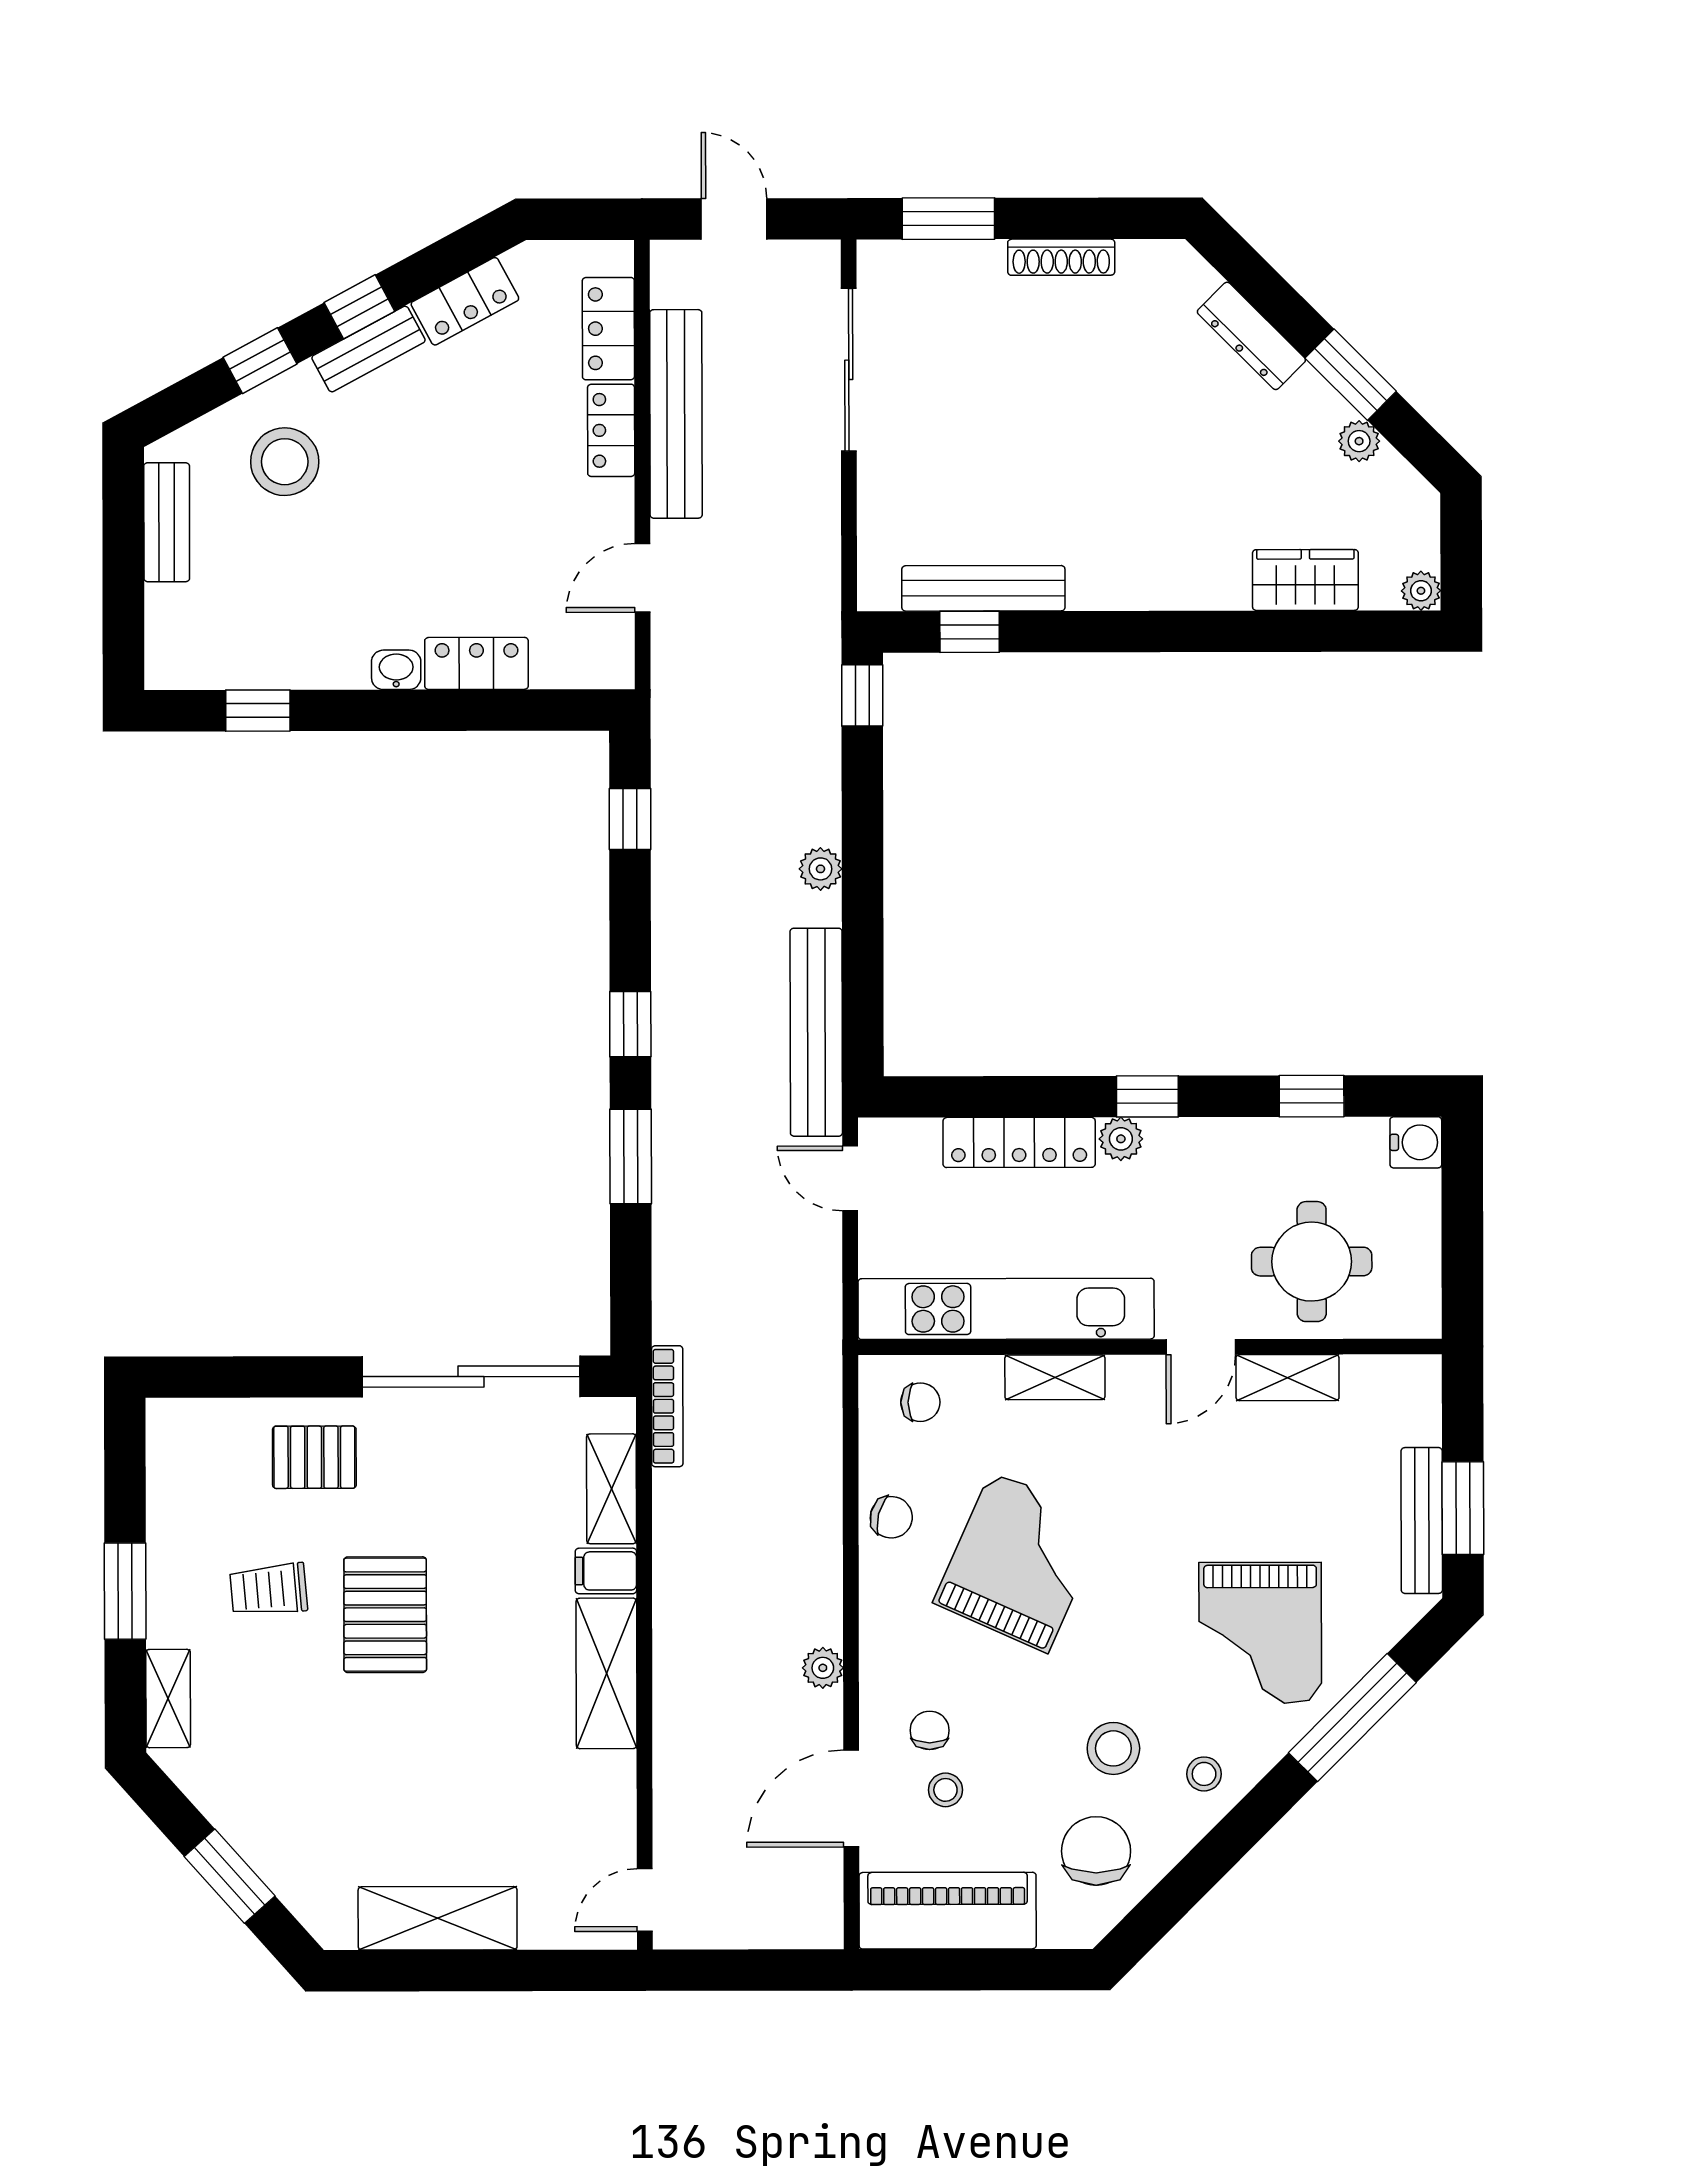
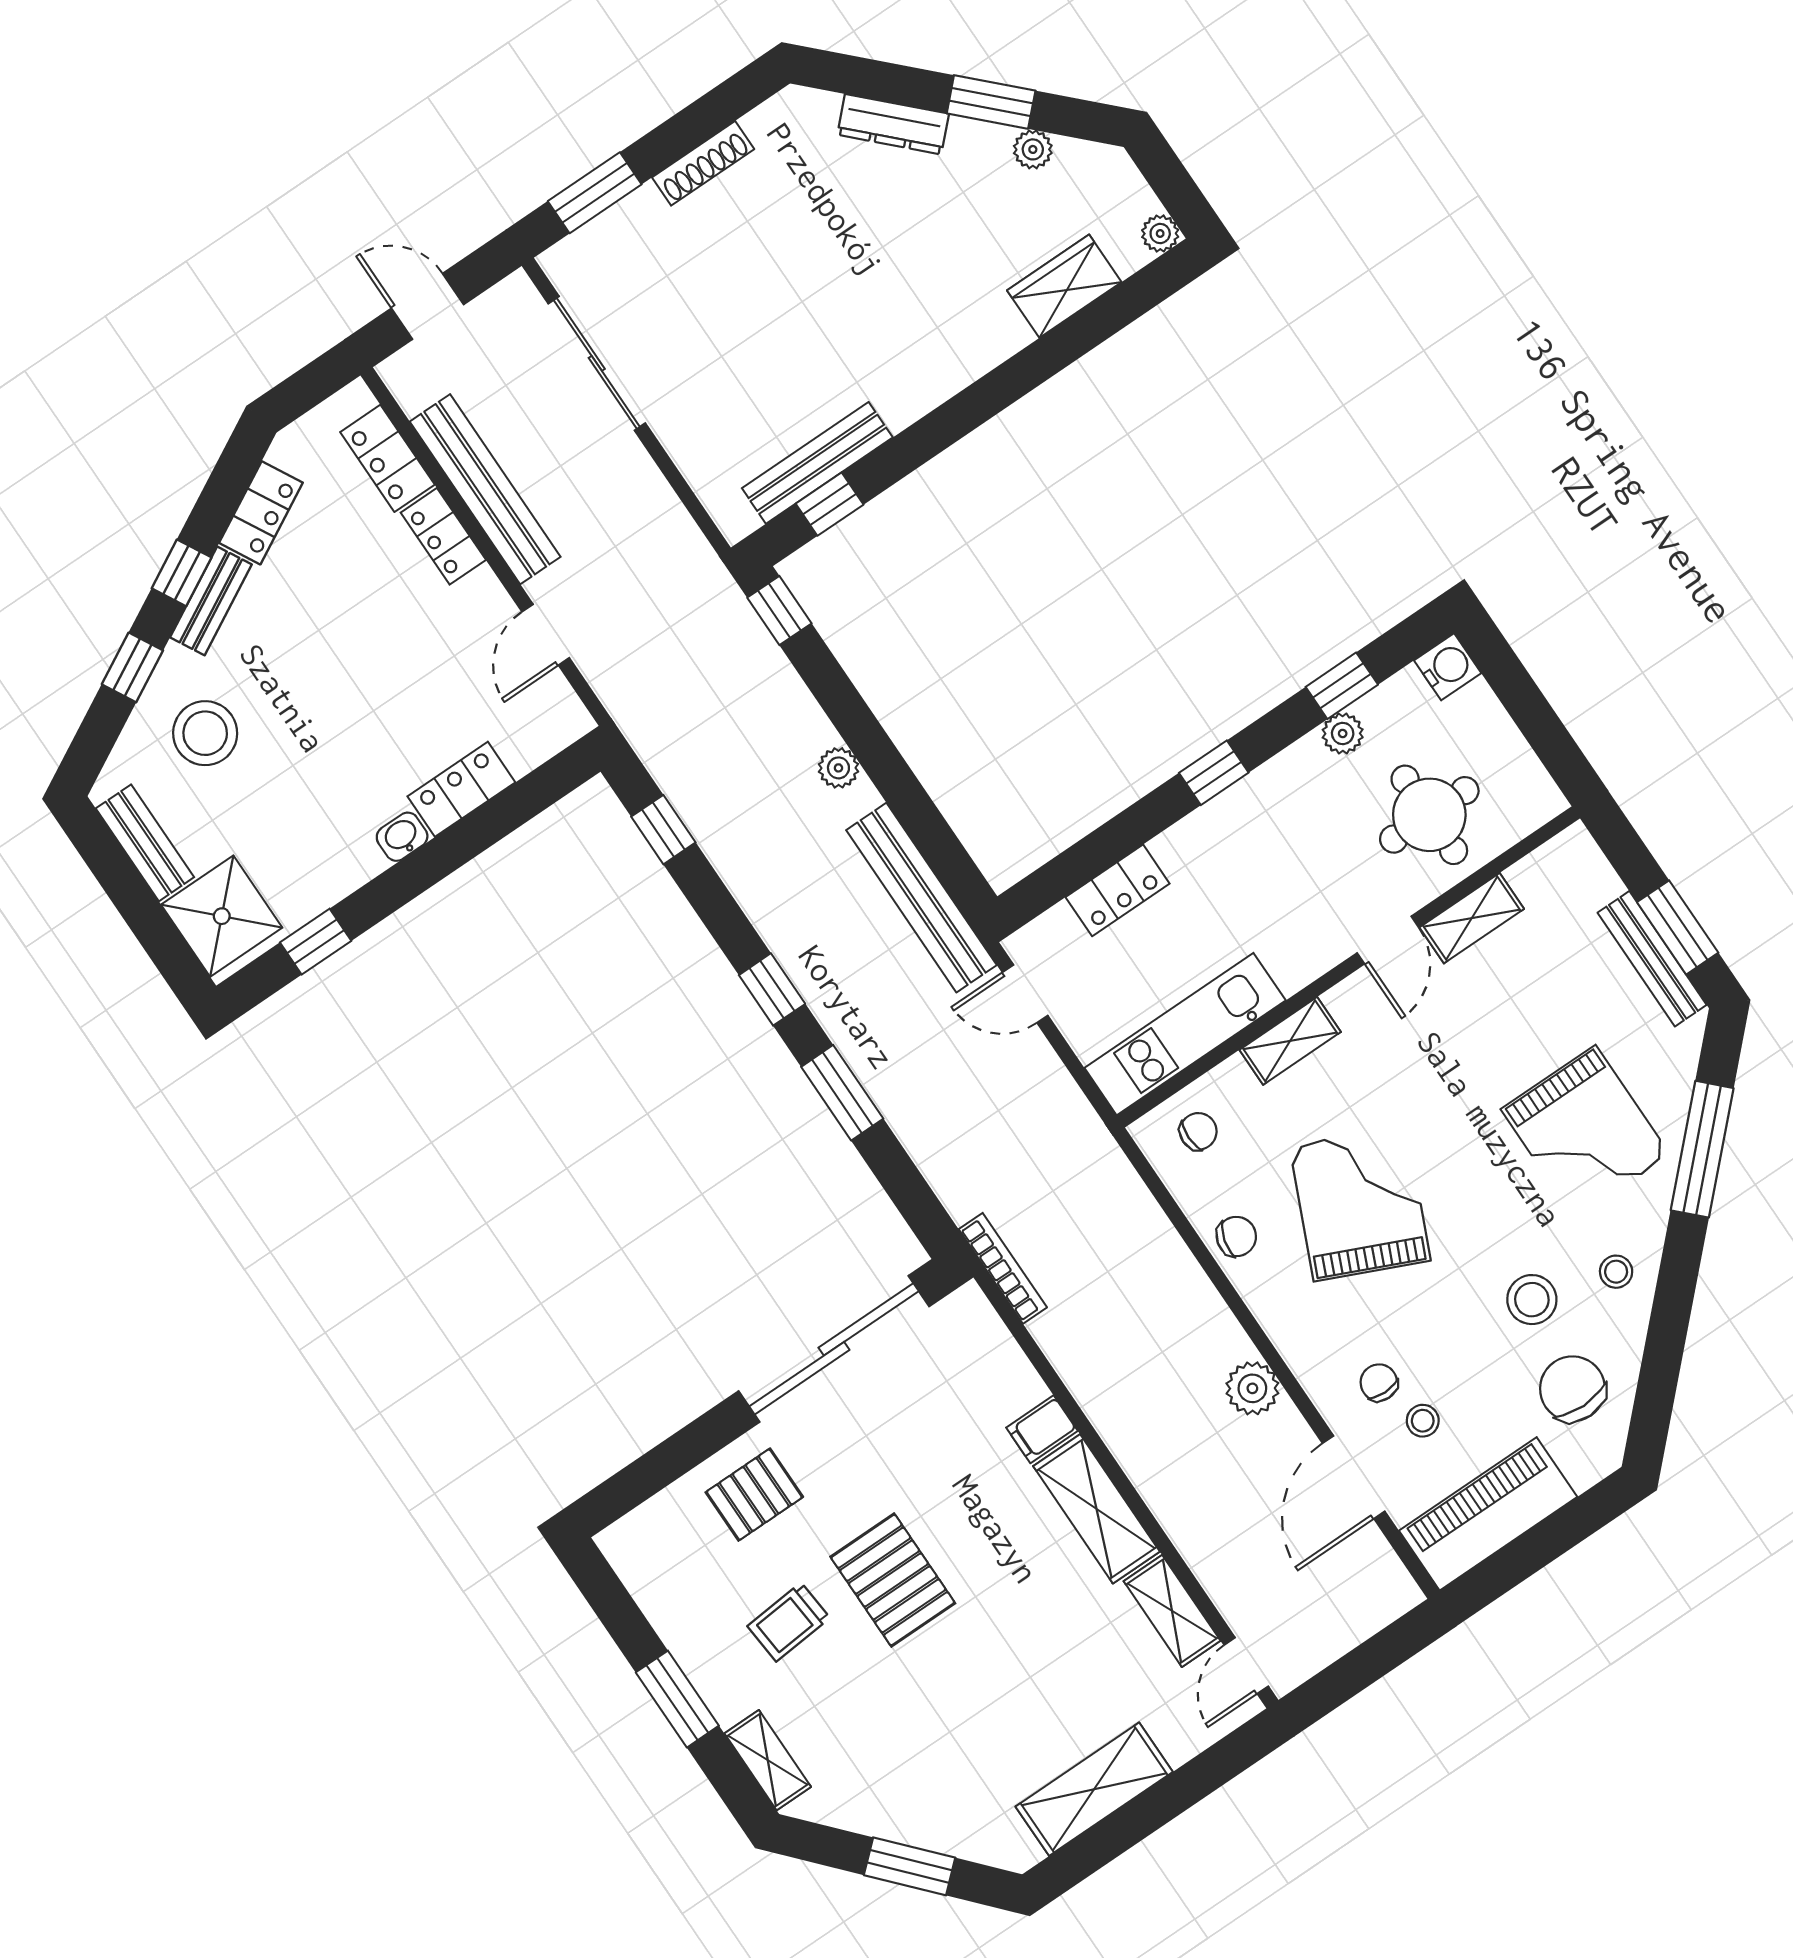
shower: (191, 632) -> (222, 916), added
plant: (1121, 1139) -> (1343, 733), moved
locker: (1019, 1142) -> (1118, 890), width x0.66
kitchen unit: (1006, 1309) -> (1185, 1034), width x0.73
shelving: (612, 1489) -> (1172, 1611), moved
plant: (823, 1668) -> (1252, 1388), width x1.38, depth x1.38

